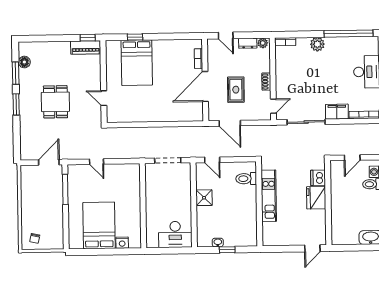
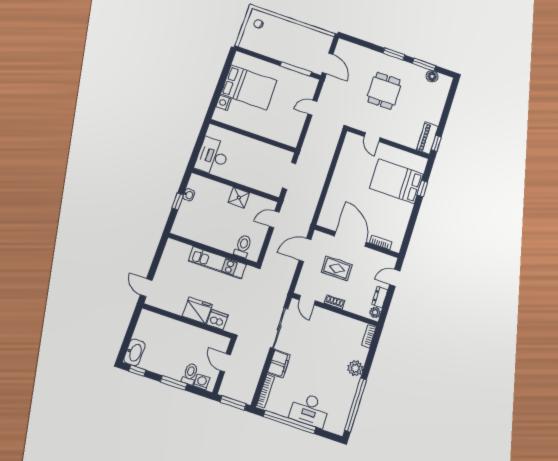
door: (104, 98) -> (372, 137), swing flipped
dining table: (55, 102) -> (384, 91), turned 90

